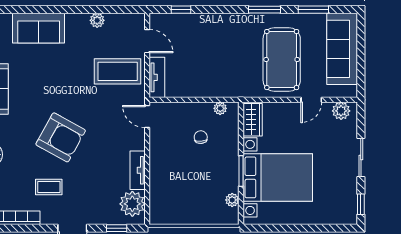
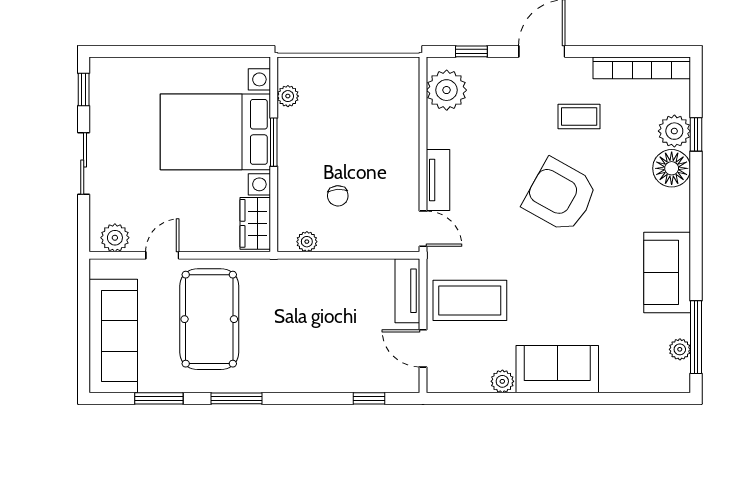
sofa: (39, 28) -> (557, 369), moved
tv unit: (138, 170) -> (438, 180), moved

